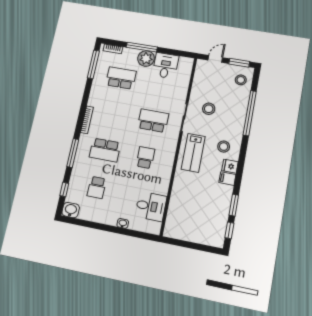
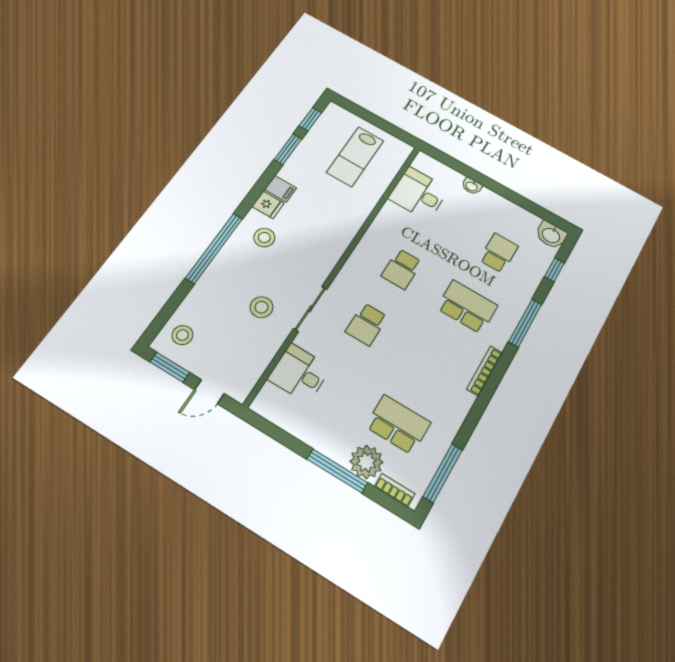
plant: (146, 59) -> (366, 462), moved
desk: (165, 66) -> (299, 373), moved, turned 90
school desk: (121, 78) -> (398, 425), turned 180
window: (250, 113) -> (214, 248), moved
school desk: (153, 121) -> (367, 324), width x0.54
lab bench: (193, 153) -> (355, 157), moved, turned 180

